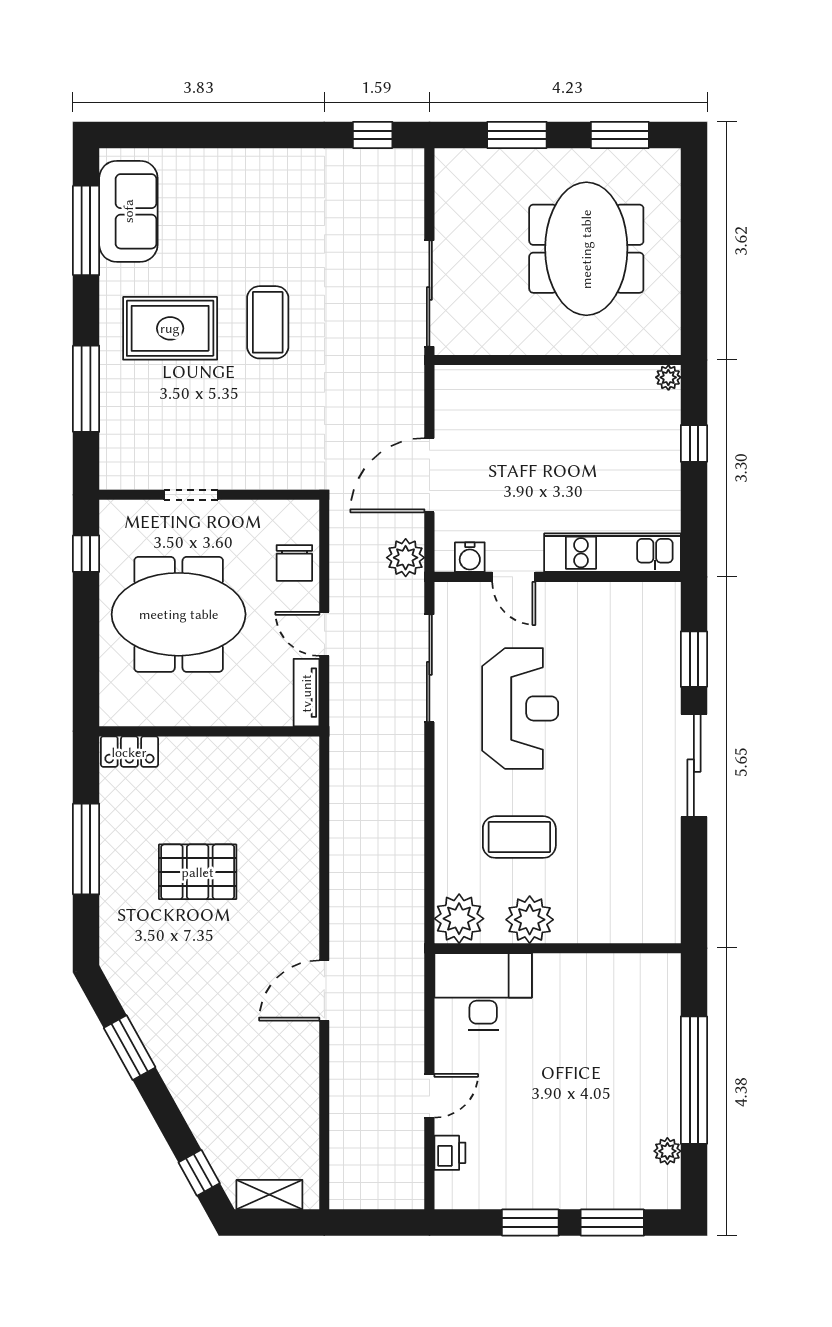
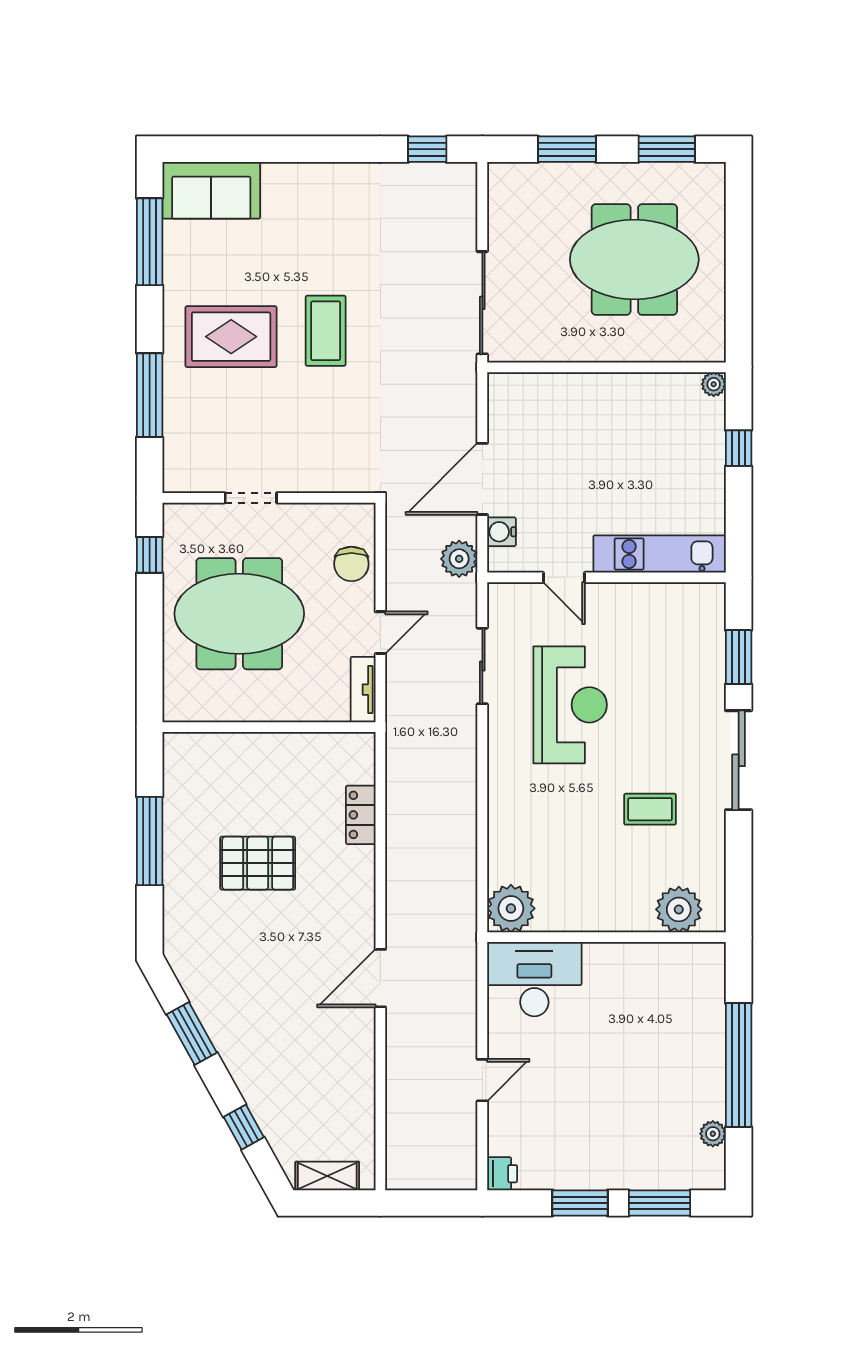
sofa: (128, 211) -> (211, 190), moved, turned 90
meeting table: (586, 249) -> (634, 259), turned 90
water cooler: (470, 557) -> (501, 532), moved, turned 90
door: (324, 634) -> (380, 633), swing flipped
sliding door: (429, 668) -> (482, 666), width x0.73
locker: (129, 752) -> (361, 815), moved, turned 90
coffee table: (519, 837) -> (650, 809), moved, width x0.73, depth x0.77
plant: (530, 920) -> (679, 909), moved
printer: (450, 1153) -> (502, 1174), moved
window: (199, 1173) -> (244, 1127), moved

